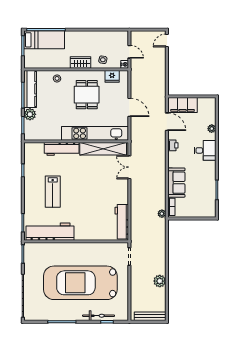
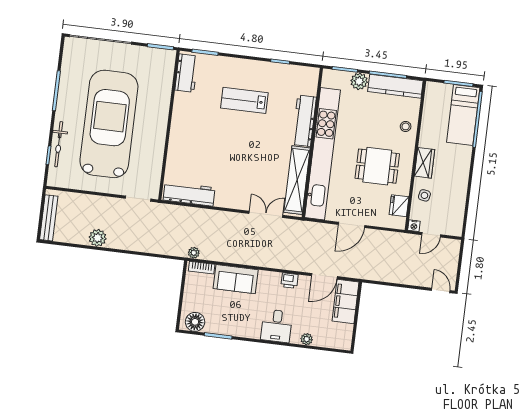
kitchen unit: (95, 133) -> (323, 154), width x1.36
floor lamp: (209, 207) -> (195, 322), added
workbench: (50, 232) -> (186, 73), width x0.53, depth x0.76

